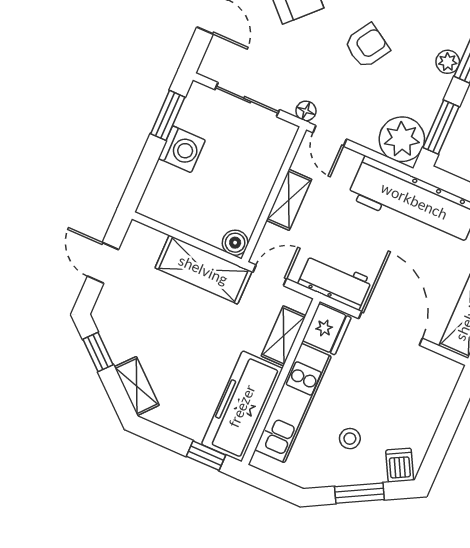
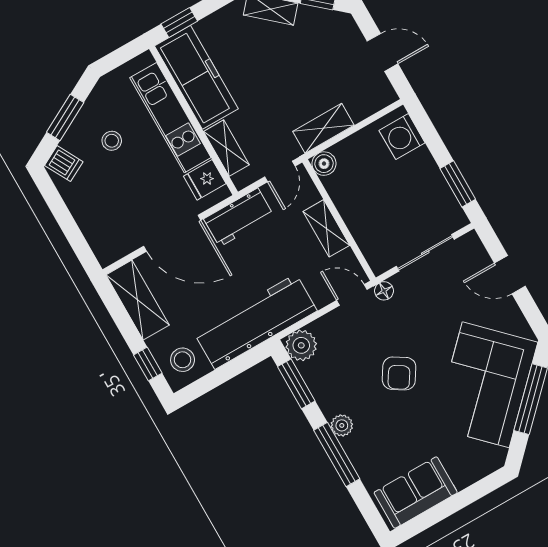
plant: (402, 139) -> (301, 345), width x0.73, depth x0.73
washing machine: (182, 149) -> (402, 137), moved
shelving: (203, 270) -> (323, 128), width x0.67, depth x0.75
fridge: (327, 329) -> (205, 180), width x0.72

